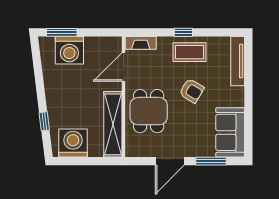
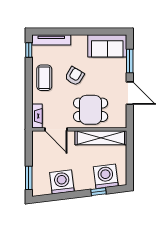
window: (183, 32) -> (29, 50), moved
washing machine: (69, 50) -> (62, 182), moved, turned -97
washing machine: (73, 143) -> (106, 176), moved, turned 83

